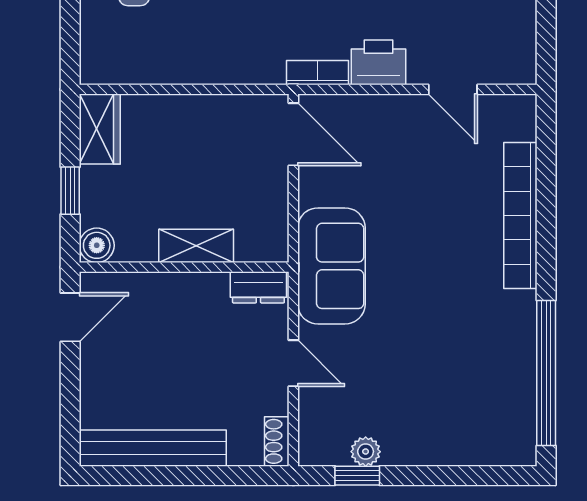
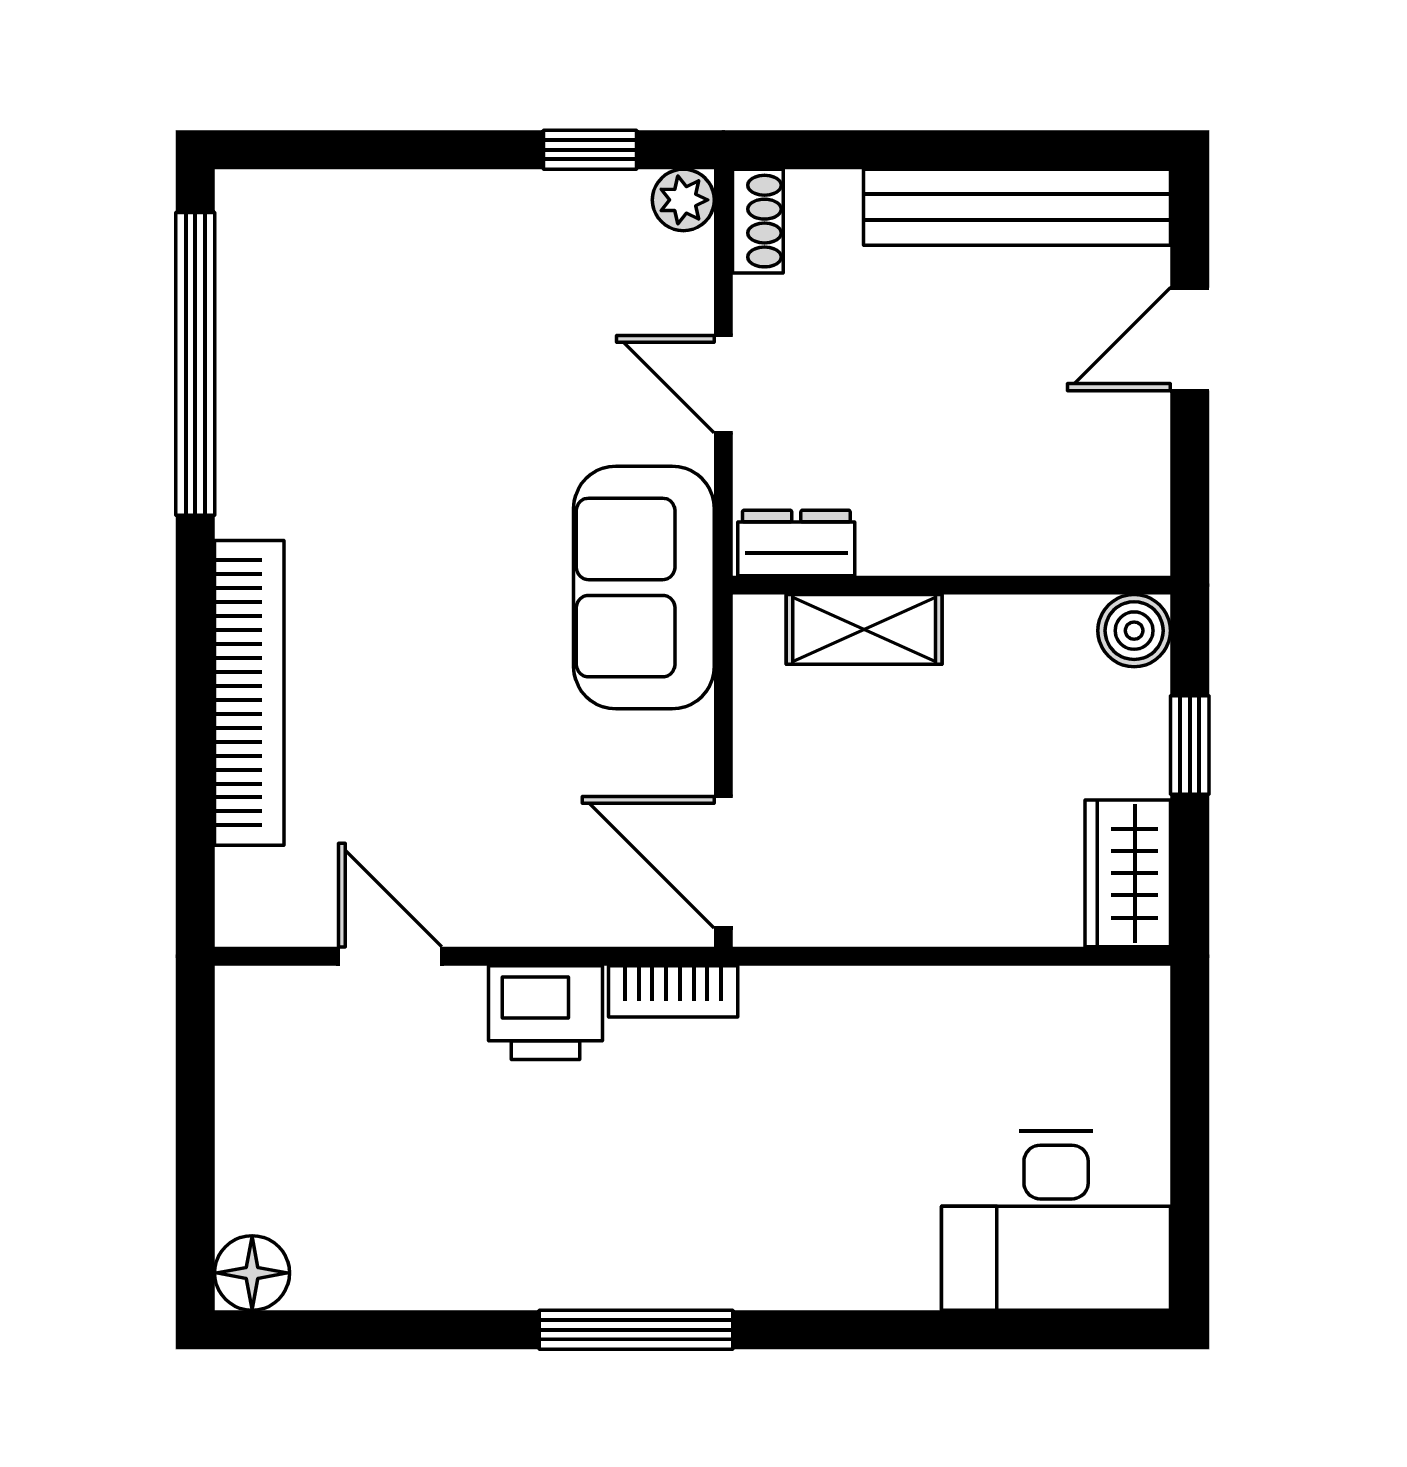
shelving: (196, 246) -> (864, 629), moved
door: (70, 317) -> (1190, 339), moved
plant: (366, 452) -> (683, 200), moved

